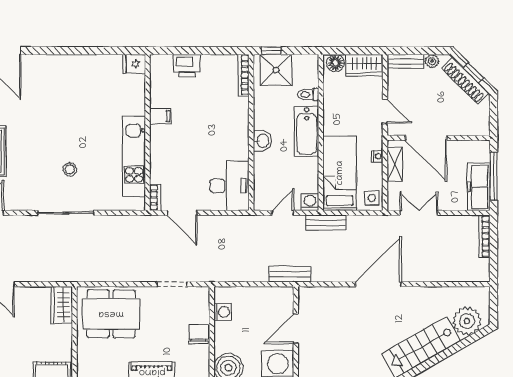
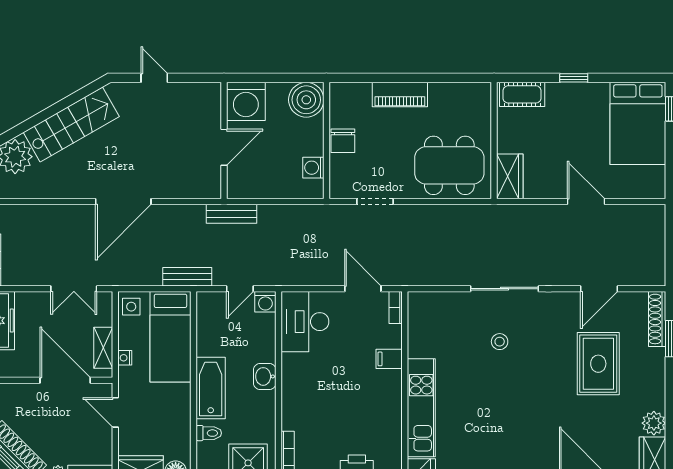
filing cabinet: (160, 116) -> (389, 359), moved
kitchen unit: (134, 156) -> (421, 408), moved
washing machine: (310, 202) -> (265, 302), moved

